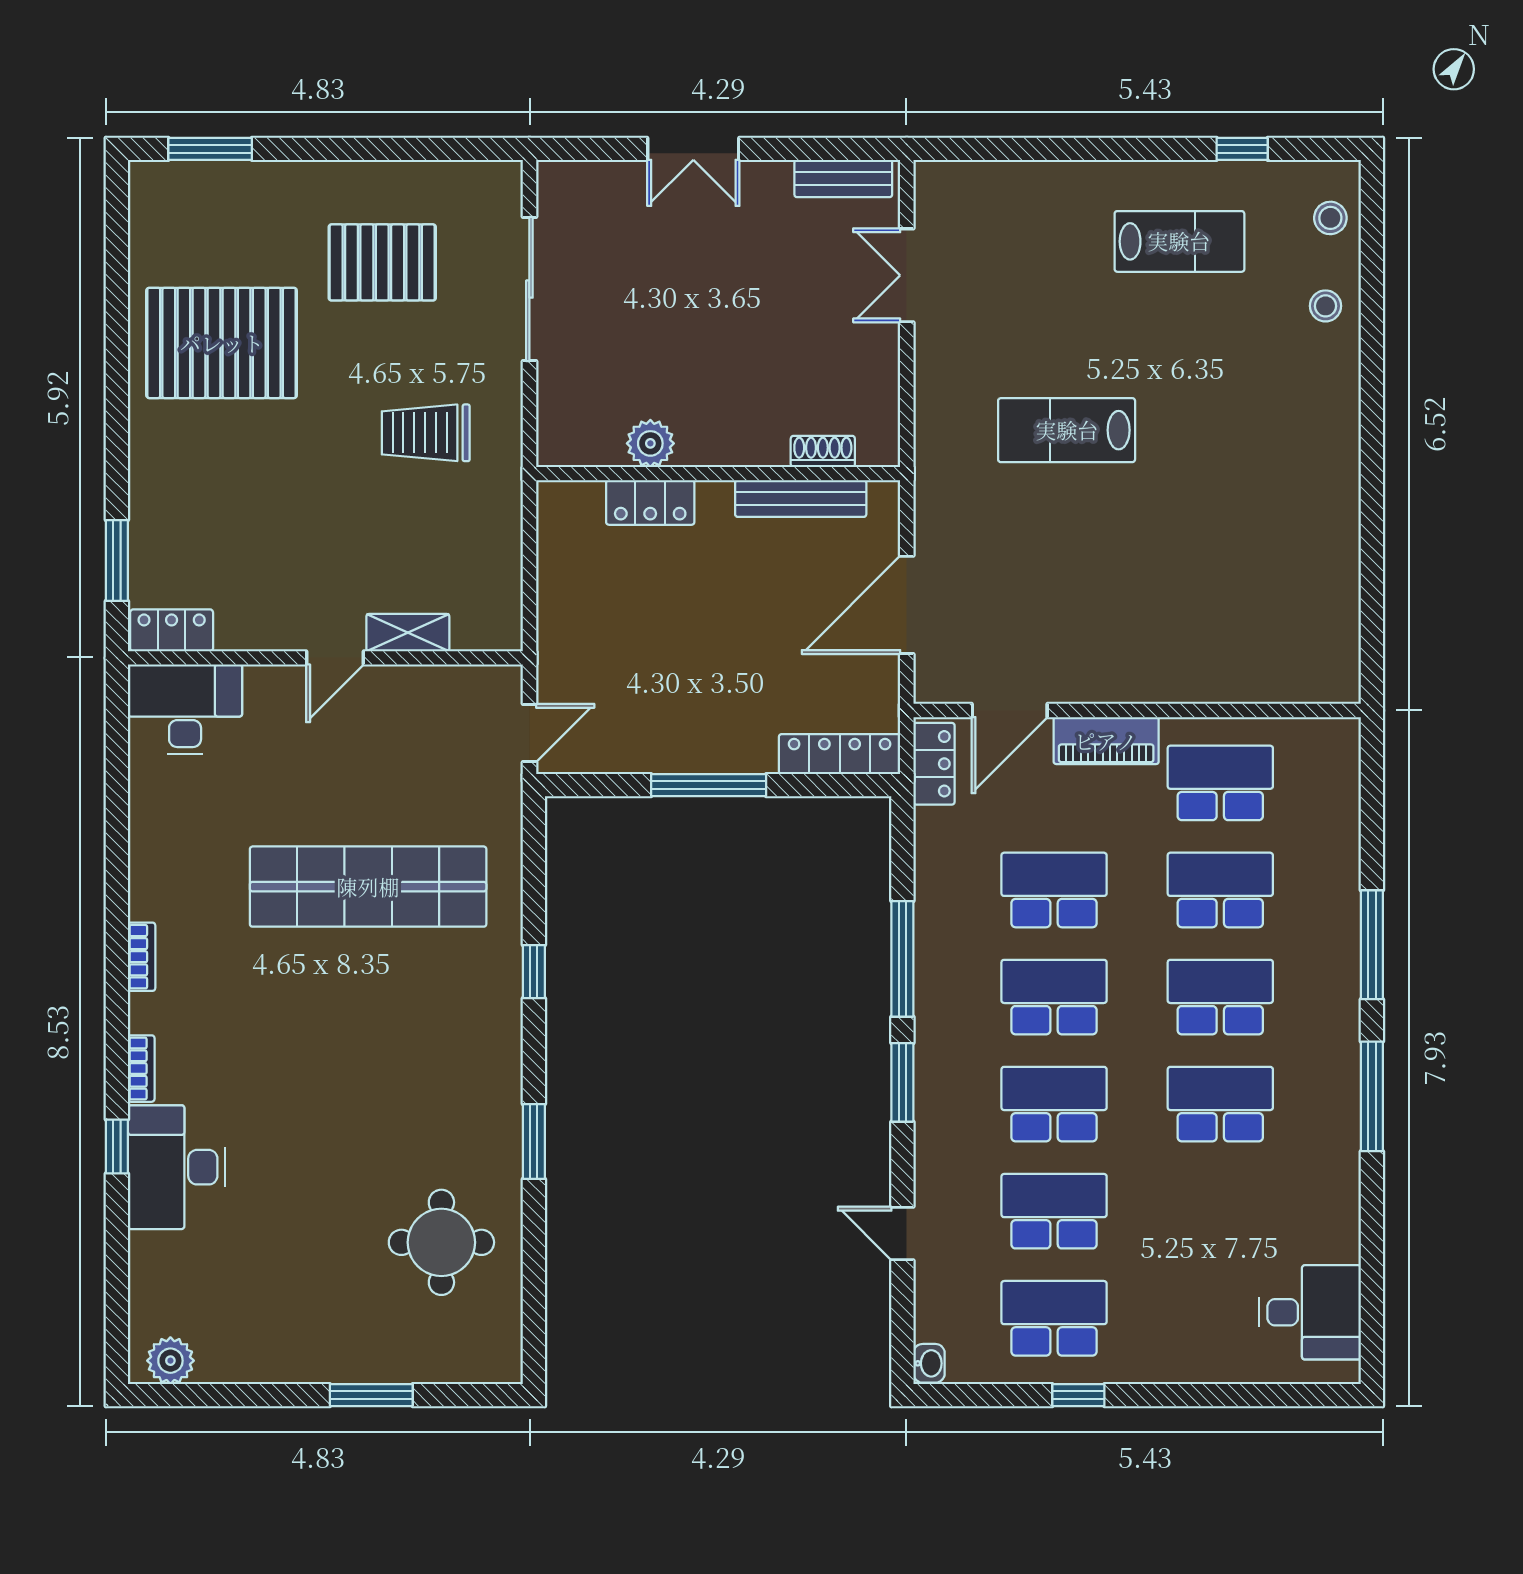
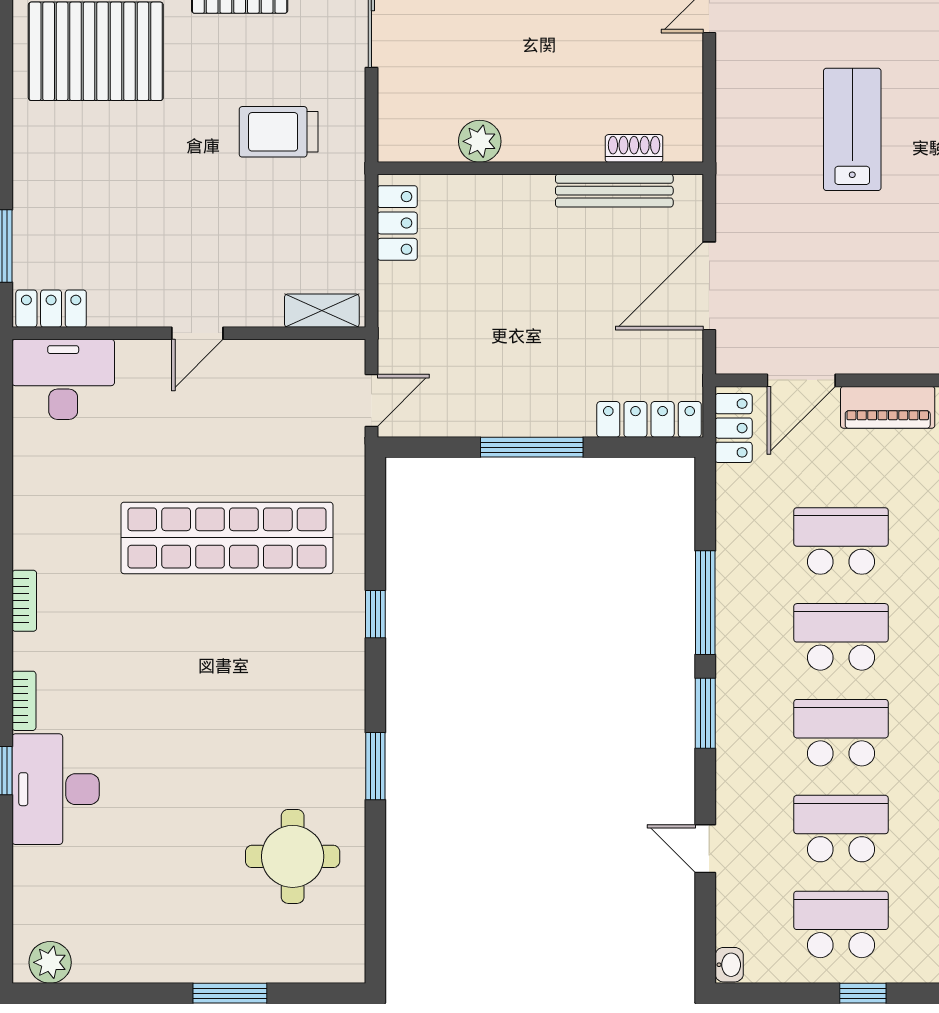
lab bench: (1067, 430) -> (852, 129), turned 90
locker: (650, 502) -> (397, 223), moved, turned -90
shelving: (408, 633) -> (322, 311), moved

